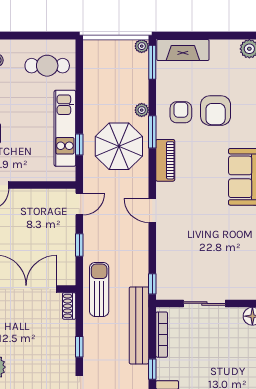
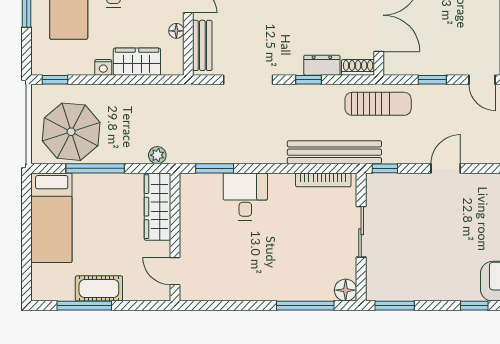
door: (152, 210) -> (446, 168), moved
dresser: (67, 336) -> (322, 65), added
window: (152, 369) -> (281, 168), removed

